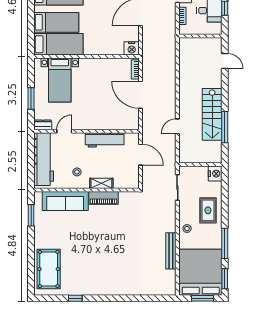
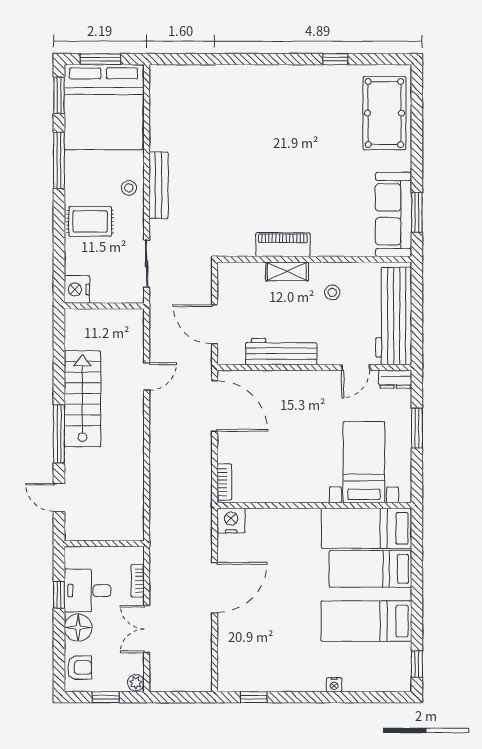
door: (141, 95) -> (215, 406), moved
window: (225, 127) -> (59, 434), moved
sofa: (65, 201) -> (394, 214), moved, turned -90
rug: (208, 210) -> (90, 221), turned 90
bench: (171, 251) -> (159, 185), moved

